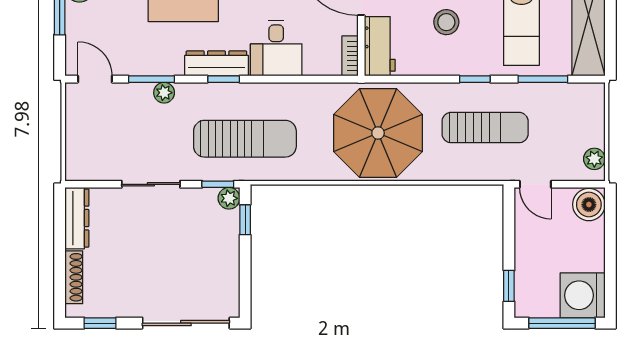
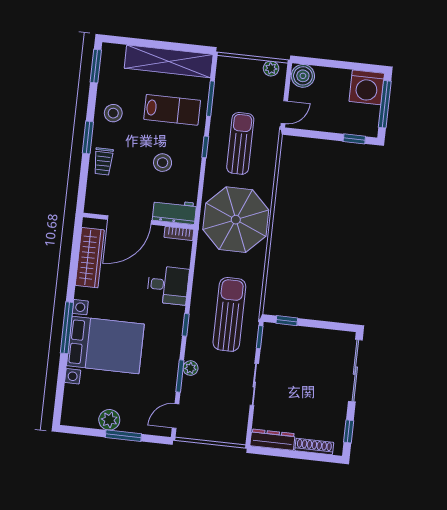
dresser: (216, 63) -> (174, 329), removed
plant: (229, 198) -> (270, 330), removed

